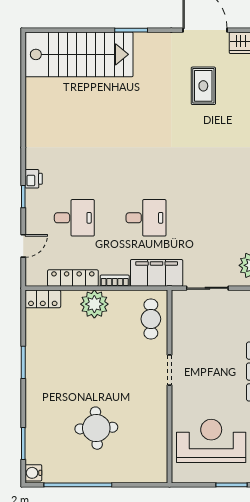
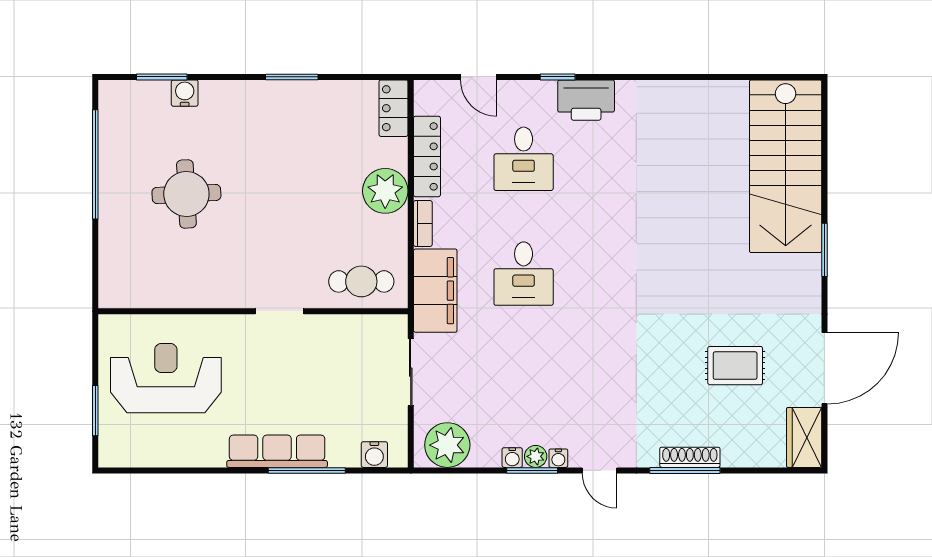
printer: (34, 179) -> (586, 100), width x1.87, depth x1.48
reception desk: (211, 441) -> (166, 378), turned -90
water cooler: (33, 473) -> (185, 93), moved

